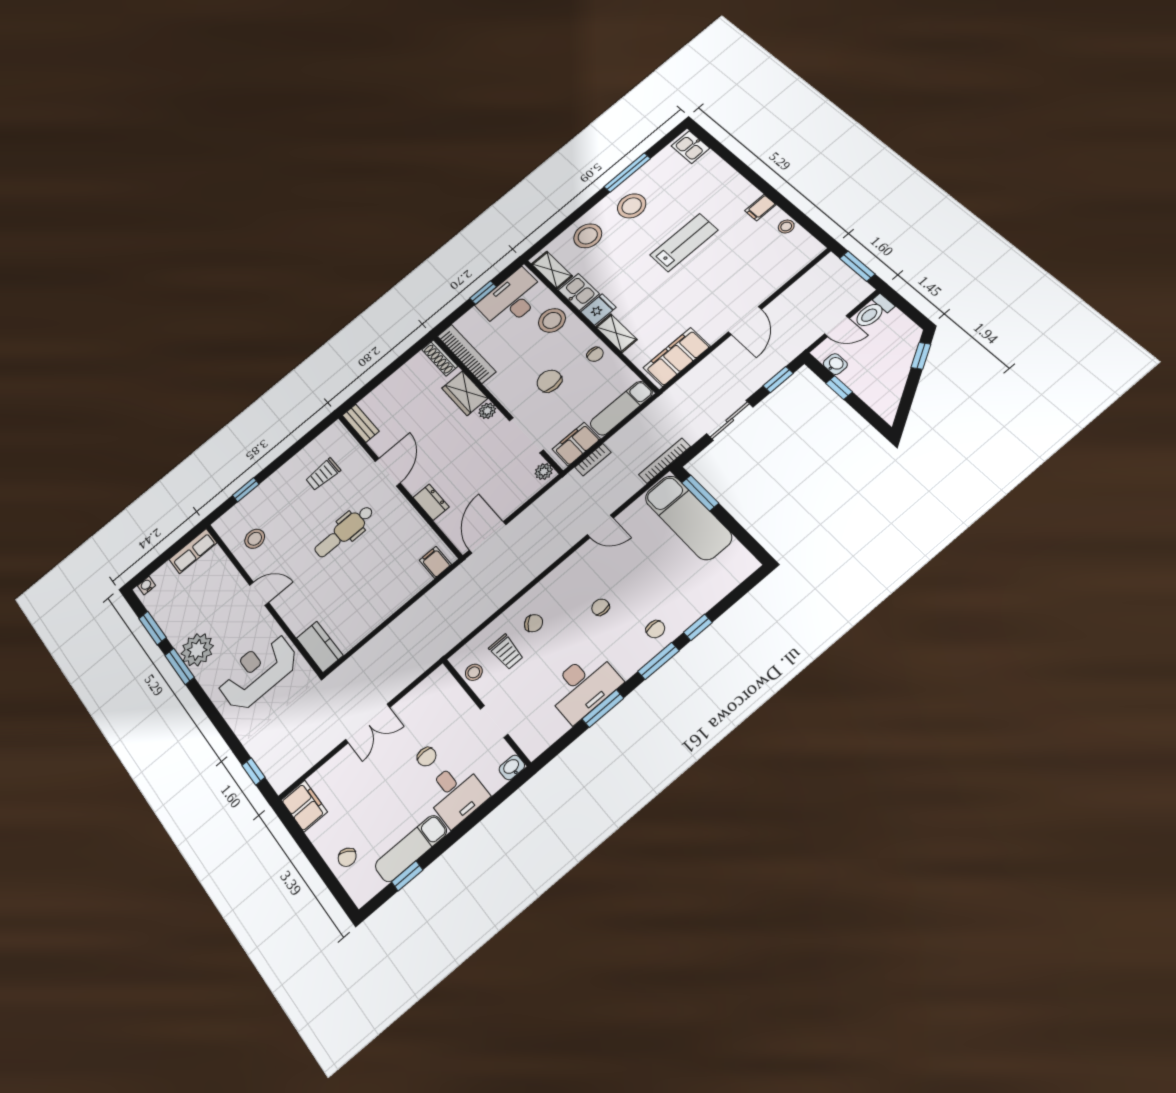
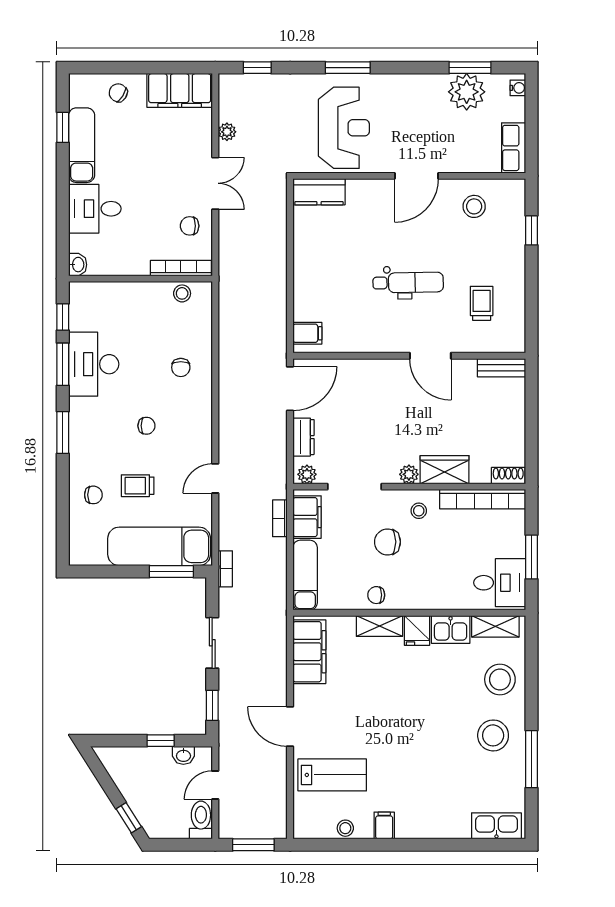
kitchen sink: (690, 147) -> (496, 826), width x1.38
lab bench: (684, 243) -> (332, 775), moved, turned -90
window: (483, 293) -> (531, 557), width x1.50
desk: (512, 299) -> (500, 583), width x0.73
stool: (552, 320) -> (419, 511), moved, width x0.53, depth x0.53
shoe rack: (440, 358) -> (508, 476), width x0.70
chair: (549, 381) -> (387, 542), turned 180
bookcase: (665, 461) -> (225, 569), width x0.64
dresser: (431, 502) -> (304, 437), moved, turned -90
dental chair: (344, 531) -> (408, 283), turned 89
door: (488, 537) -> (290, 389), hinge flipped
door: (259, 594) -> (417, 176), width x1.38
chair: (534, 623) -> (181, 367), turned -42
window: (698, 627) -> (63, 317), moved
chair: (655, 629) -> (93, 495), moved, turned 180
plant: (197, 650) -> (467, 92), moved
trolley: (506, 652) -> (138, 486), moved
window: (180, 666) -> (348, 68), moved
bookcase: (454, 690) -> (181, 268), added
doorway: (494, 722) -> (127, 279), removed
double door: (368, 723) -> (215, 183), swing flipped
plant: (320, 750) -> (227, 132), added
chair: (427, 757) -> (190, 226), moved
filing cabinet: (304, 806) -> (180, 90), width x1.50, depth x1.17

